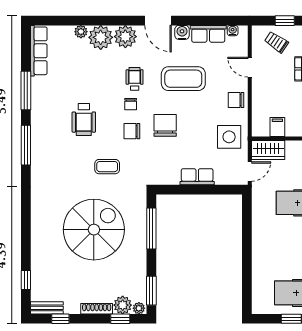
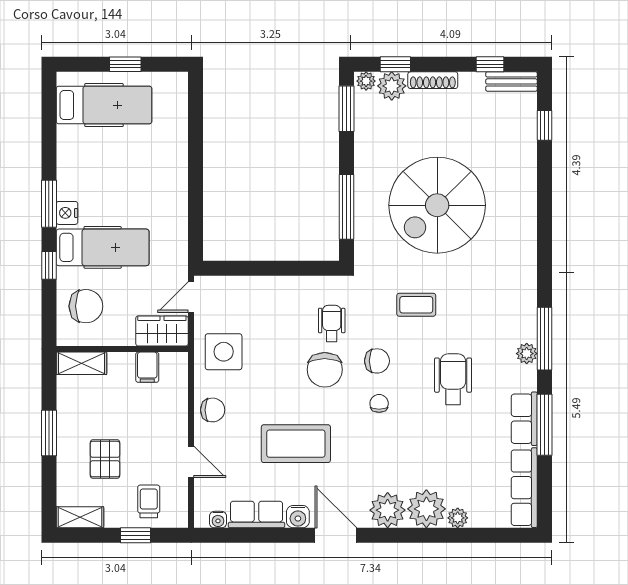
trolley: (276, 42) -> (149, 501), turned -124
wheelchair: (135, 79) -> (332, 323), moved, turned 180
plant: (37, 136) -> (527, 354), added
row of seats: (197, 177) -> (524, 419), moved, turned 90

